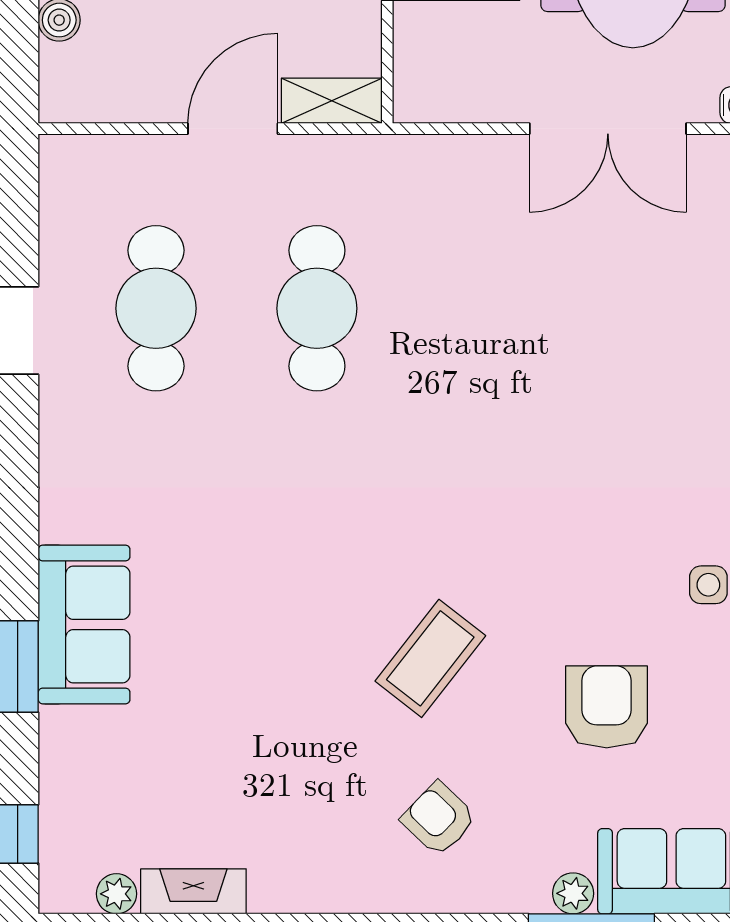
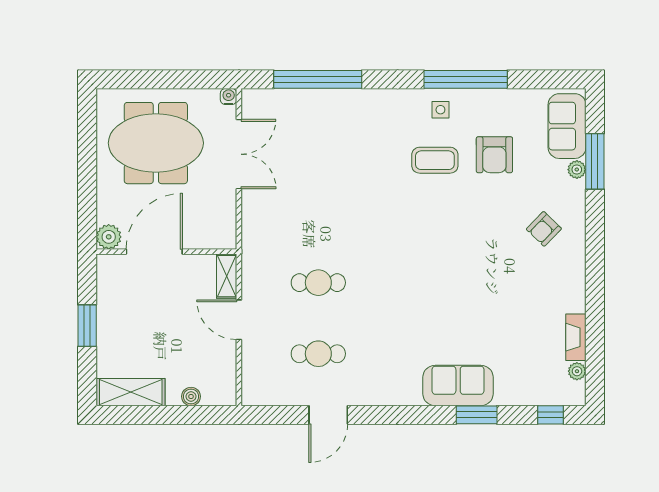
cafe table: (156, 308) -> (318, 354), width x0.73, depth x0.74
cafe table: (317, 308) -> (318, 283), width x0.73, depth x0.74
coffee table: (430, 658) -> (435, 160), moved, turned -38
armchair: (607, 707) -> (494, 155), turned -90

